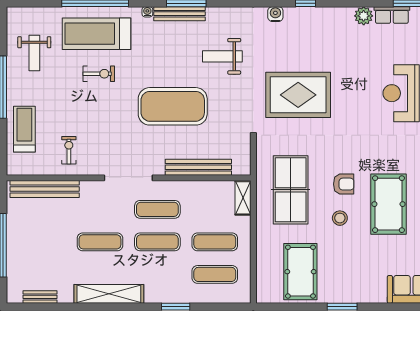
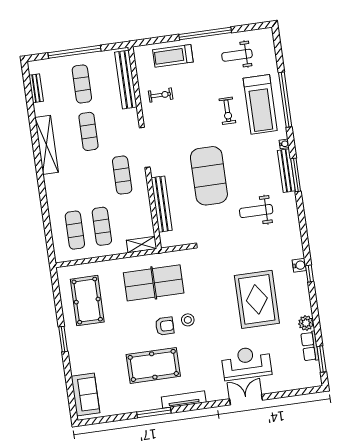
water cooler: (275, 14) -> (299, 265), moved
treadmill: (97, 34) -> (260, 104), turned 180
weight bench: (222, 56) -> (256, 211), turned -90
rug: (298, 95) -> (257, 299), moved
treadmill: (24, 129) -> (173, 56), turned 180
armchair: (344, 184) -> (165, 326), turned -90
stool: (340, 218) -> (188, 320), moved
exercise mat: (157, 242) -> (82, 84), moved
pool table: (300, 272) -> (87, 301), turned 90
window: (176, 307) -> (44, 201), removed

